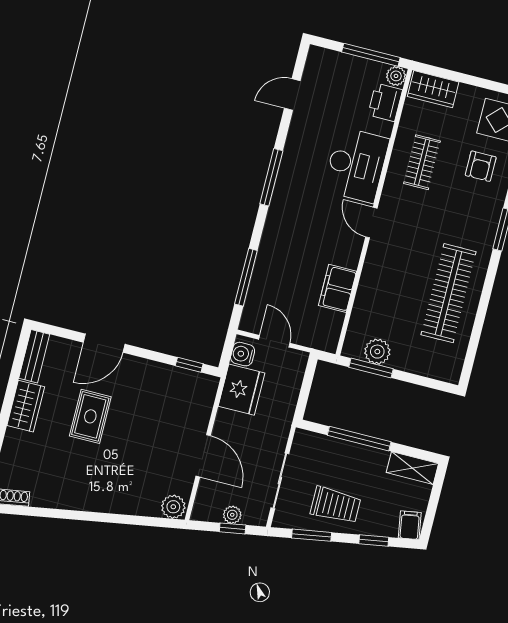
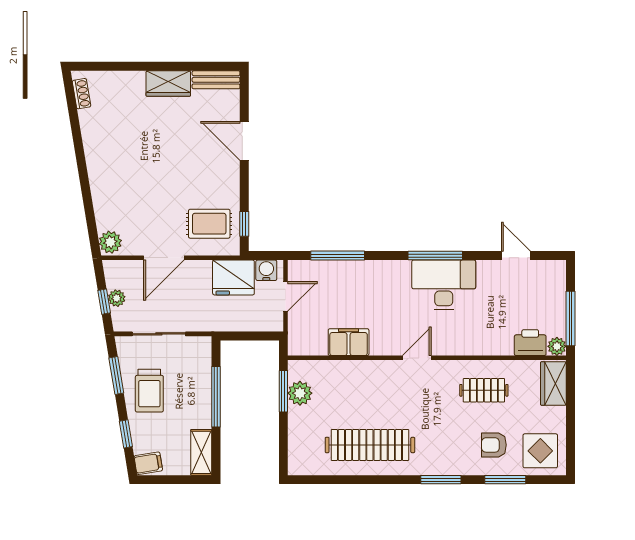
desk: (356, 165) -> (444, 285), moved, turned 180
rug: (90, 416) -> (209, 224), moved

